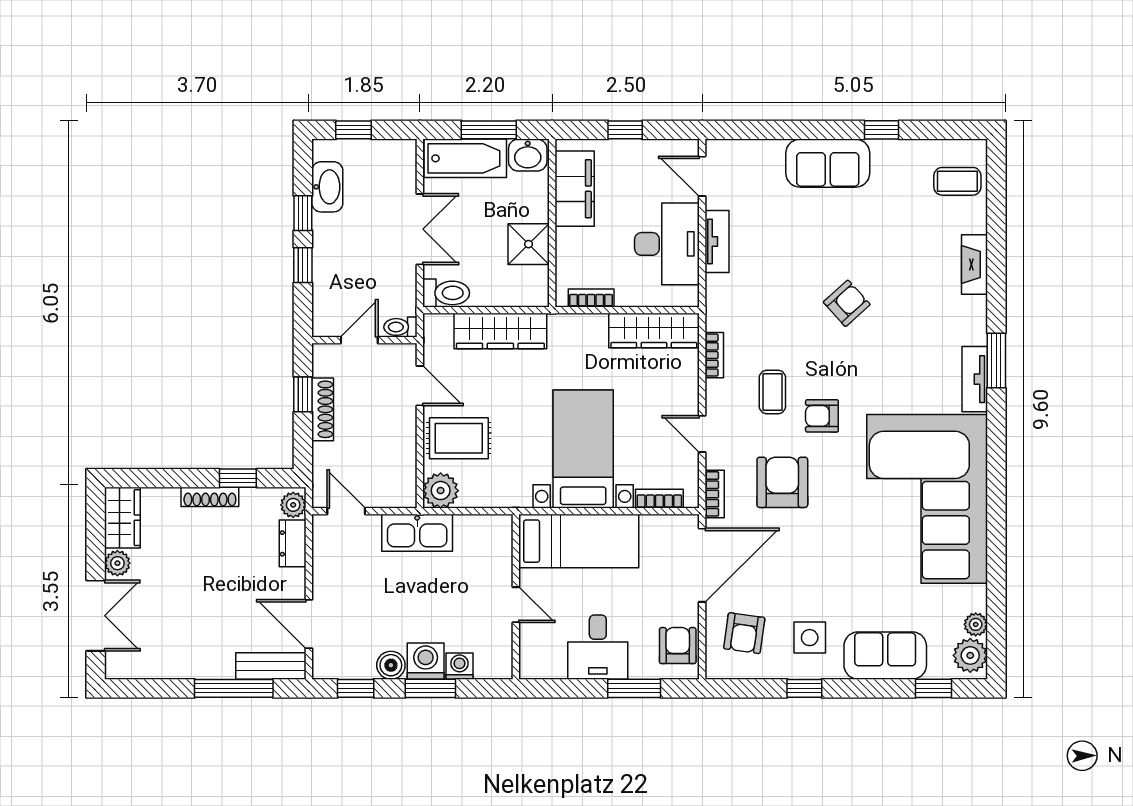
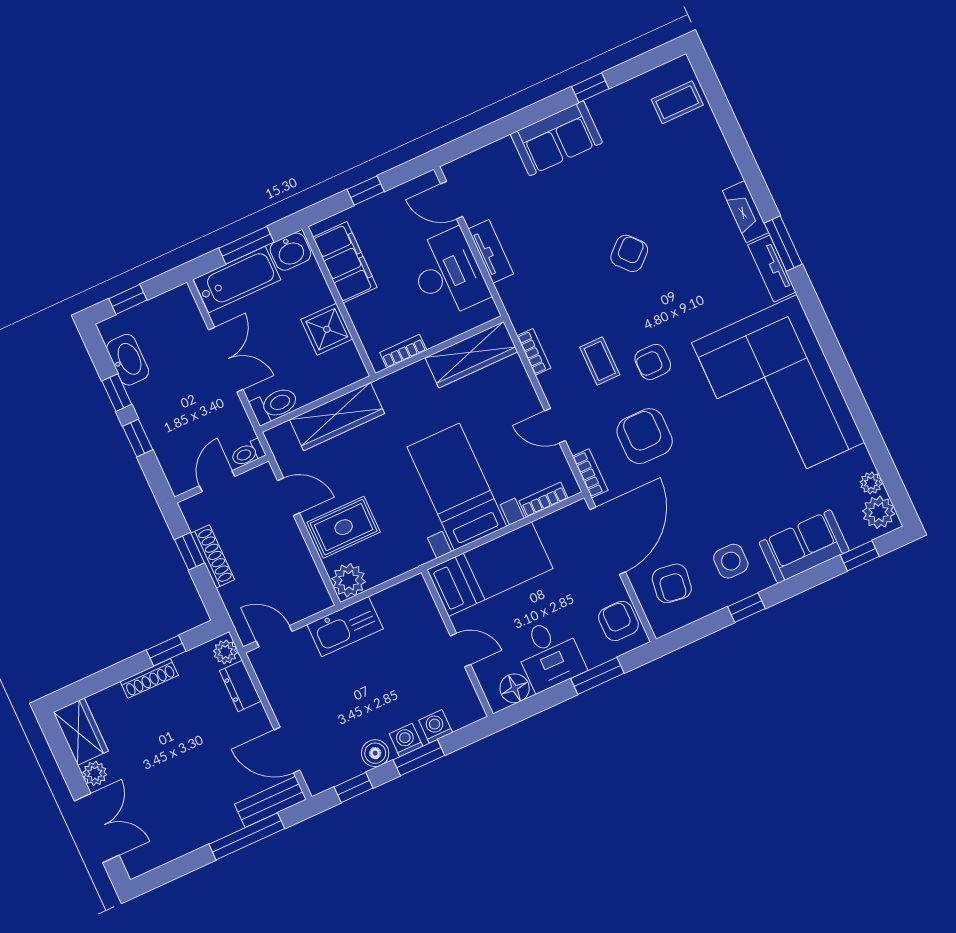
fireplace: (975, 265) -> (745, 212), moved
washing machine: (426, 661) -> (406, 740), width x0.73, depth x0.73
floor lamp: (550, 664) -> (515, 688), added

